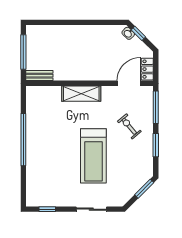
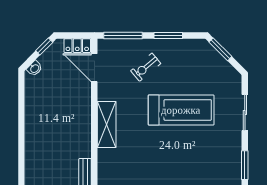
window: (138, 33) -> (44, 46), moved
window: (47, 209) -> (245, 165), width x1.50

